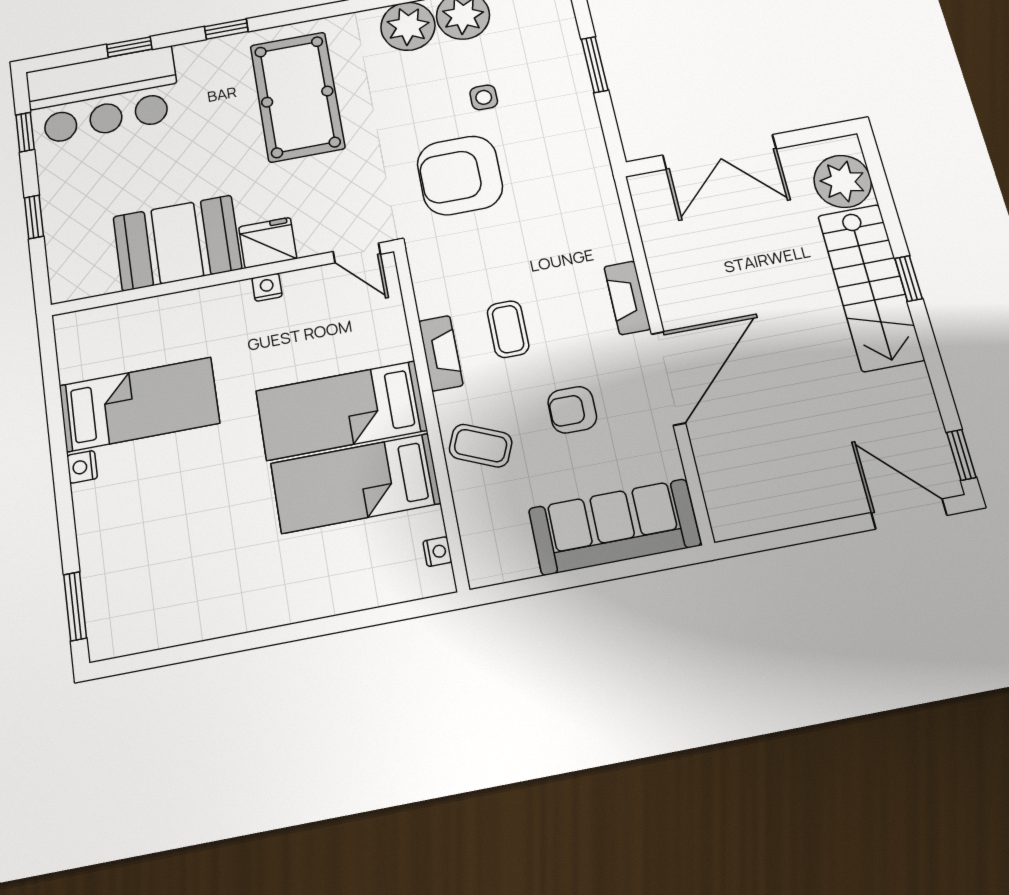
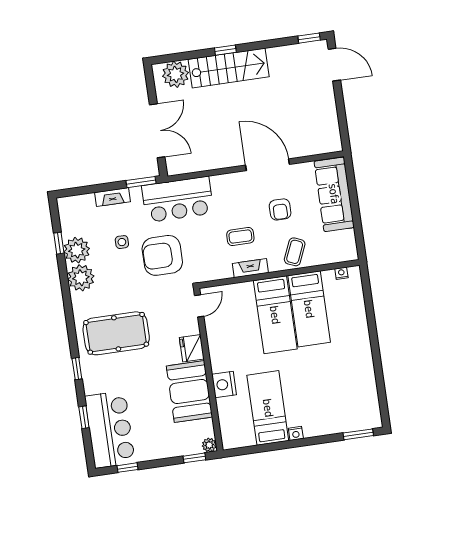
window: (595, 65) -> (141, 182), moved
armchair: (460, 175) -> (162, 255), turned 90
bar counter: (579, 199) -> (178, 199), added
window: (34, 217) -> (194, 458), moved
nightstand: (267, 287) -> (224, 384), moved, width x1.89, depth x1.79
plant: (64, 288) -> (209, 445), added
fireplace: (627, 298) -> (113, 197), moved
door: (909, 514) -> (334, 65), swing flipped

